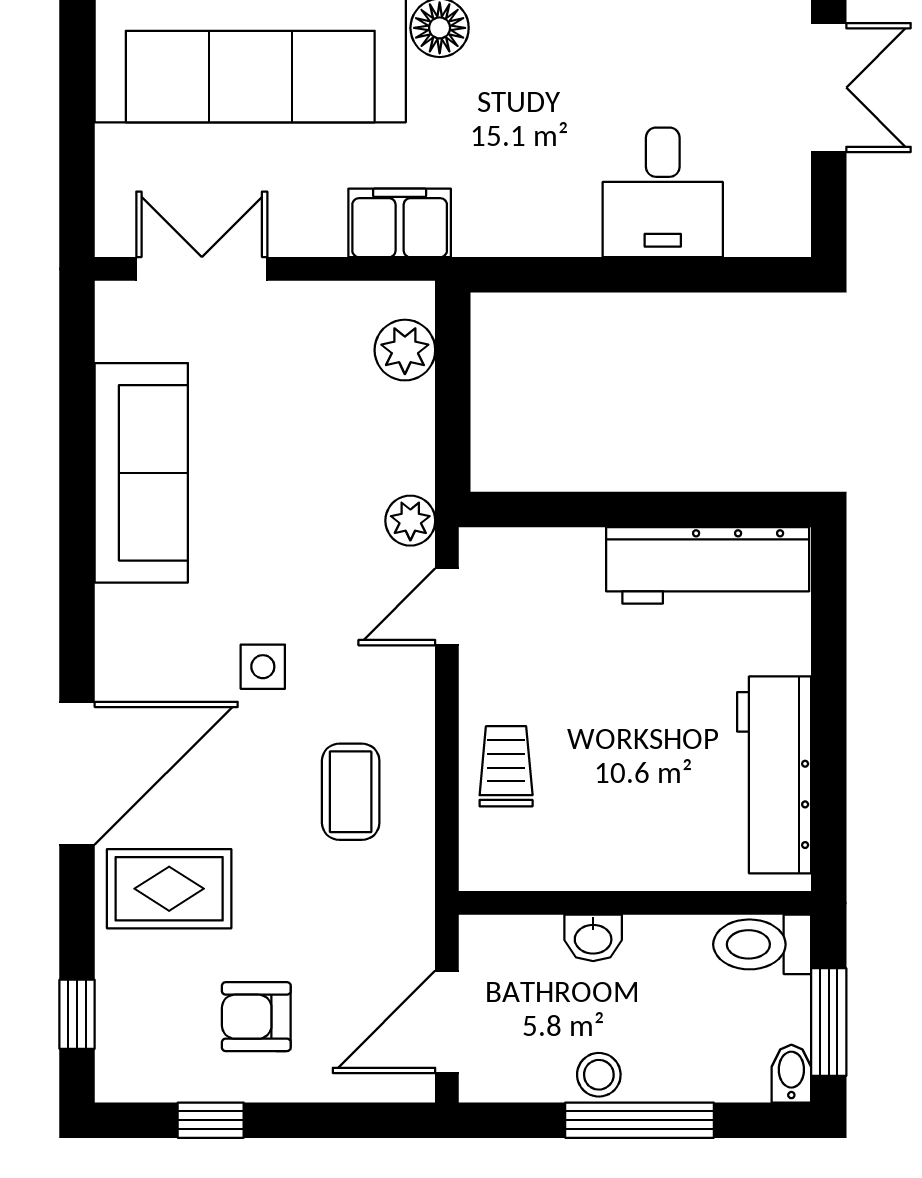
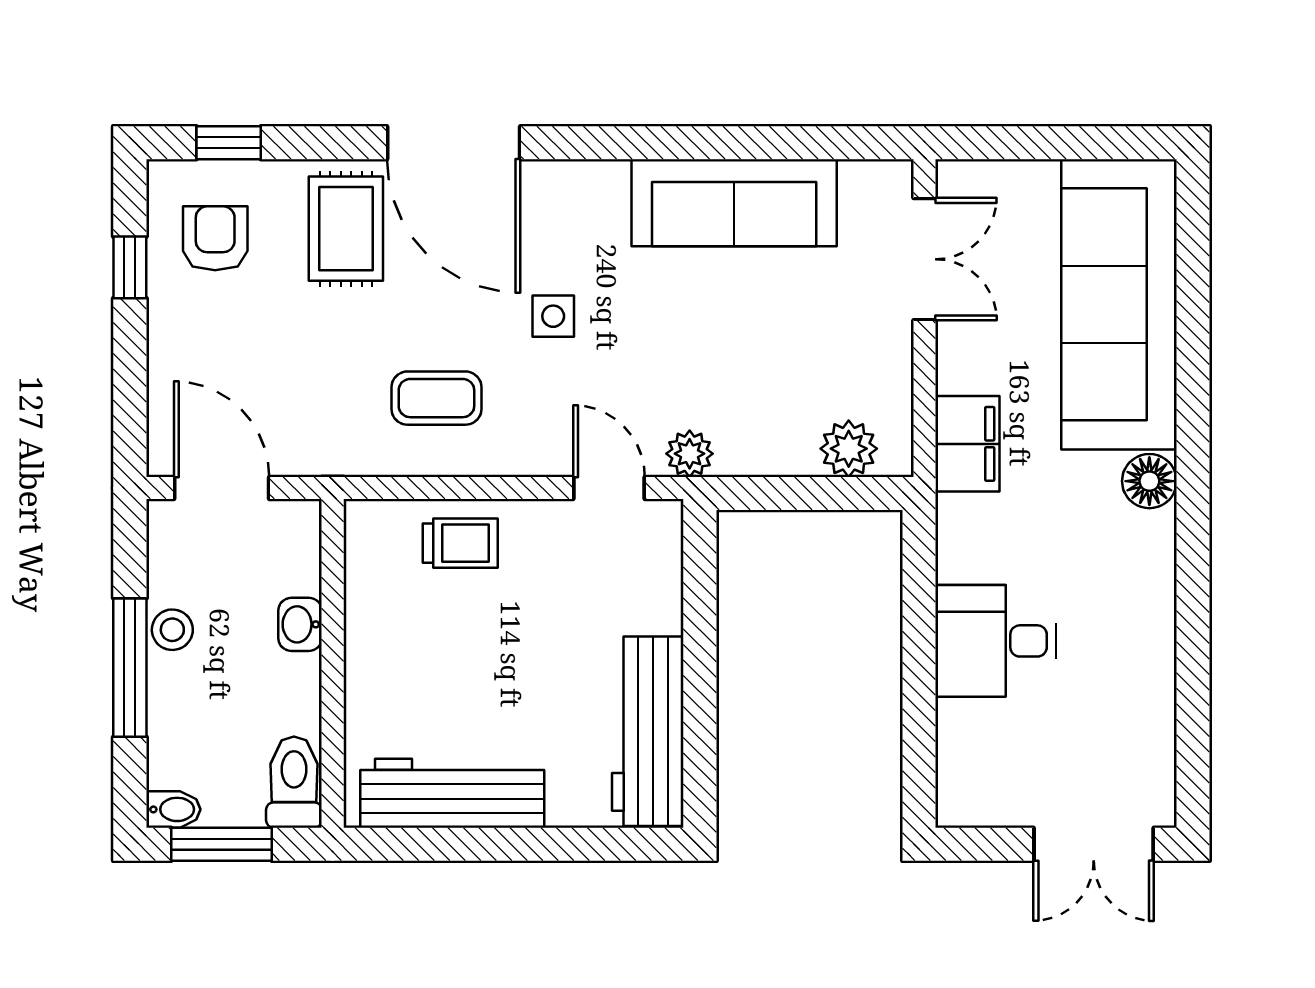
desk: (663, 192) -> (996, 641), moved
armchair: (256, 1017) -> (215, 238), moved

